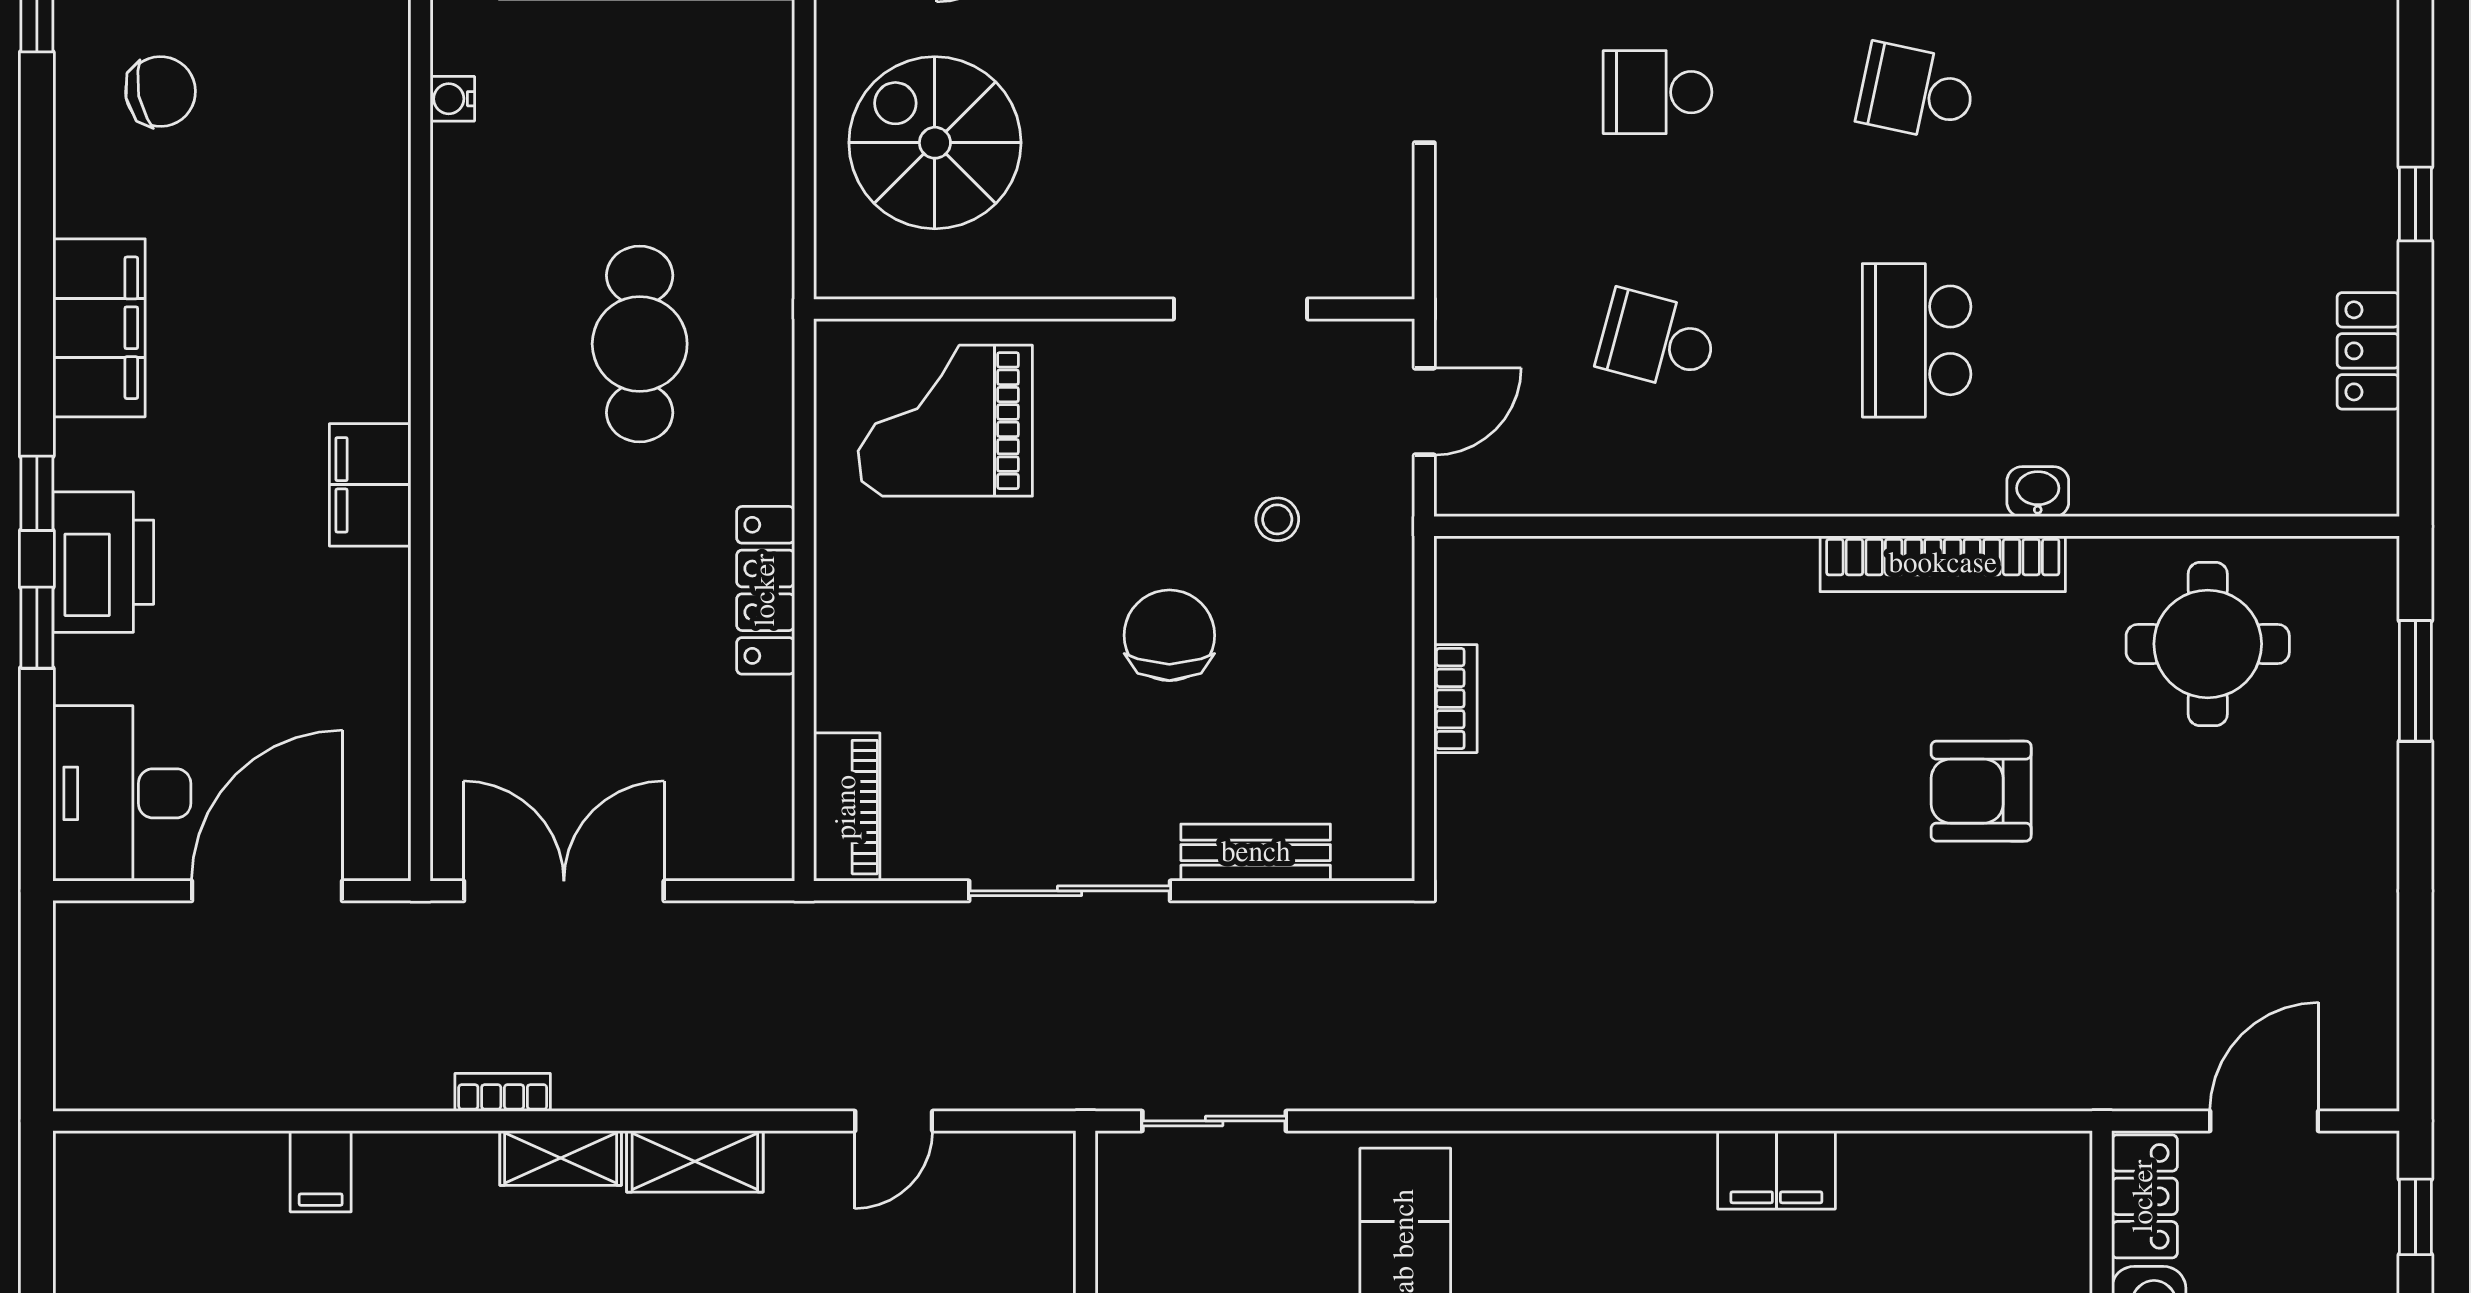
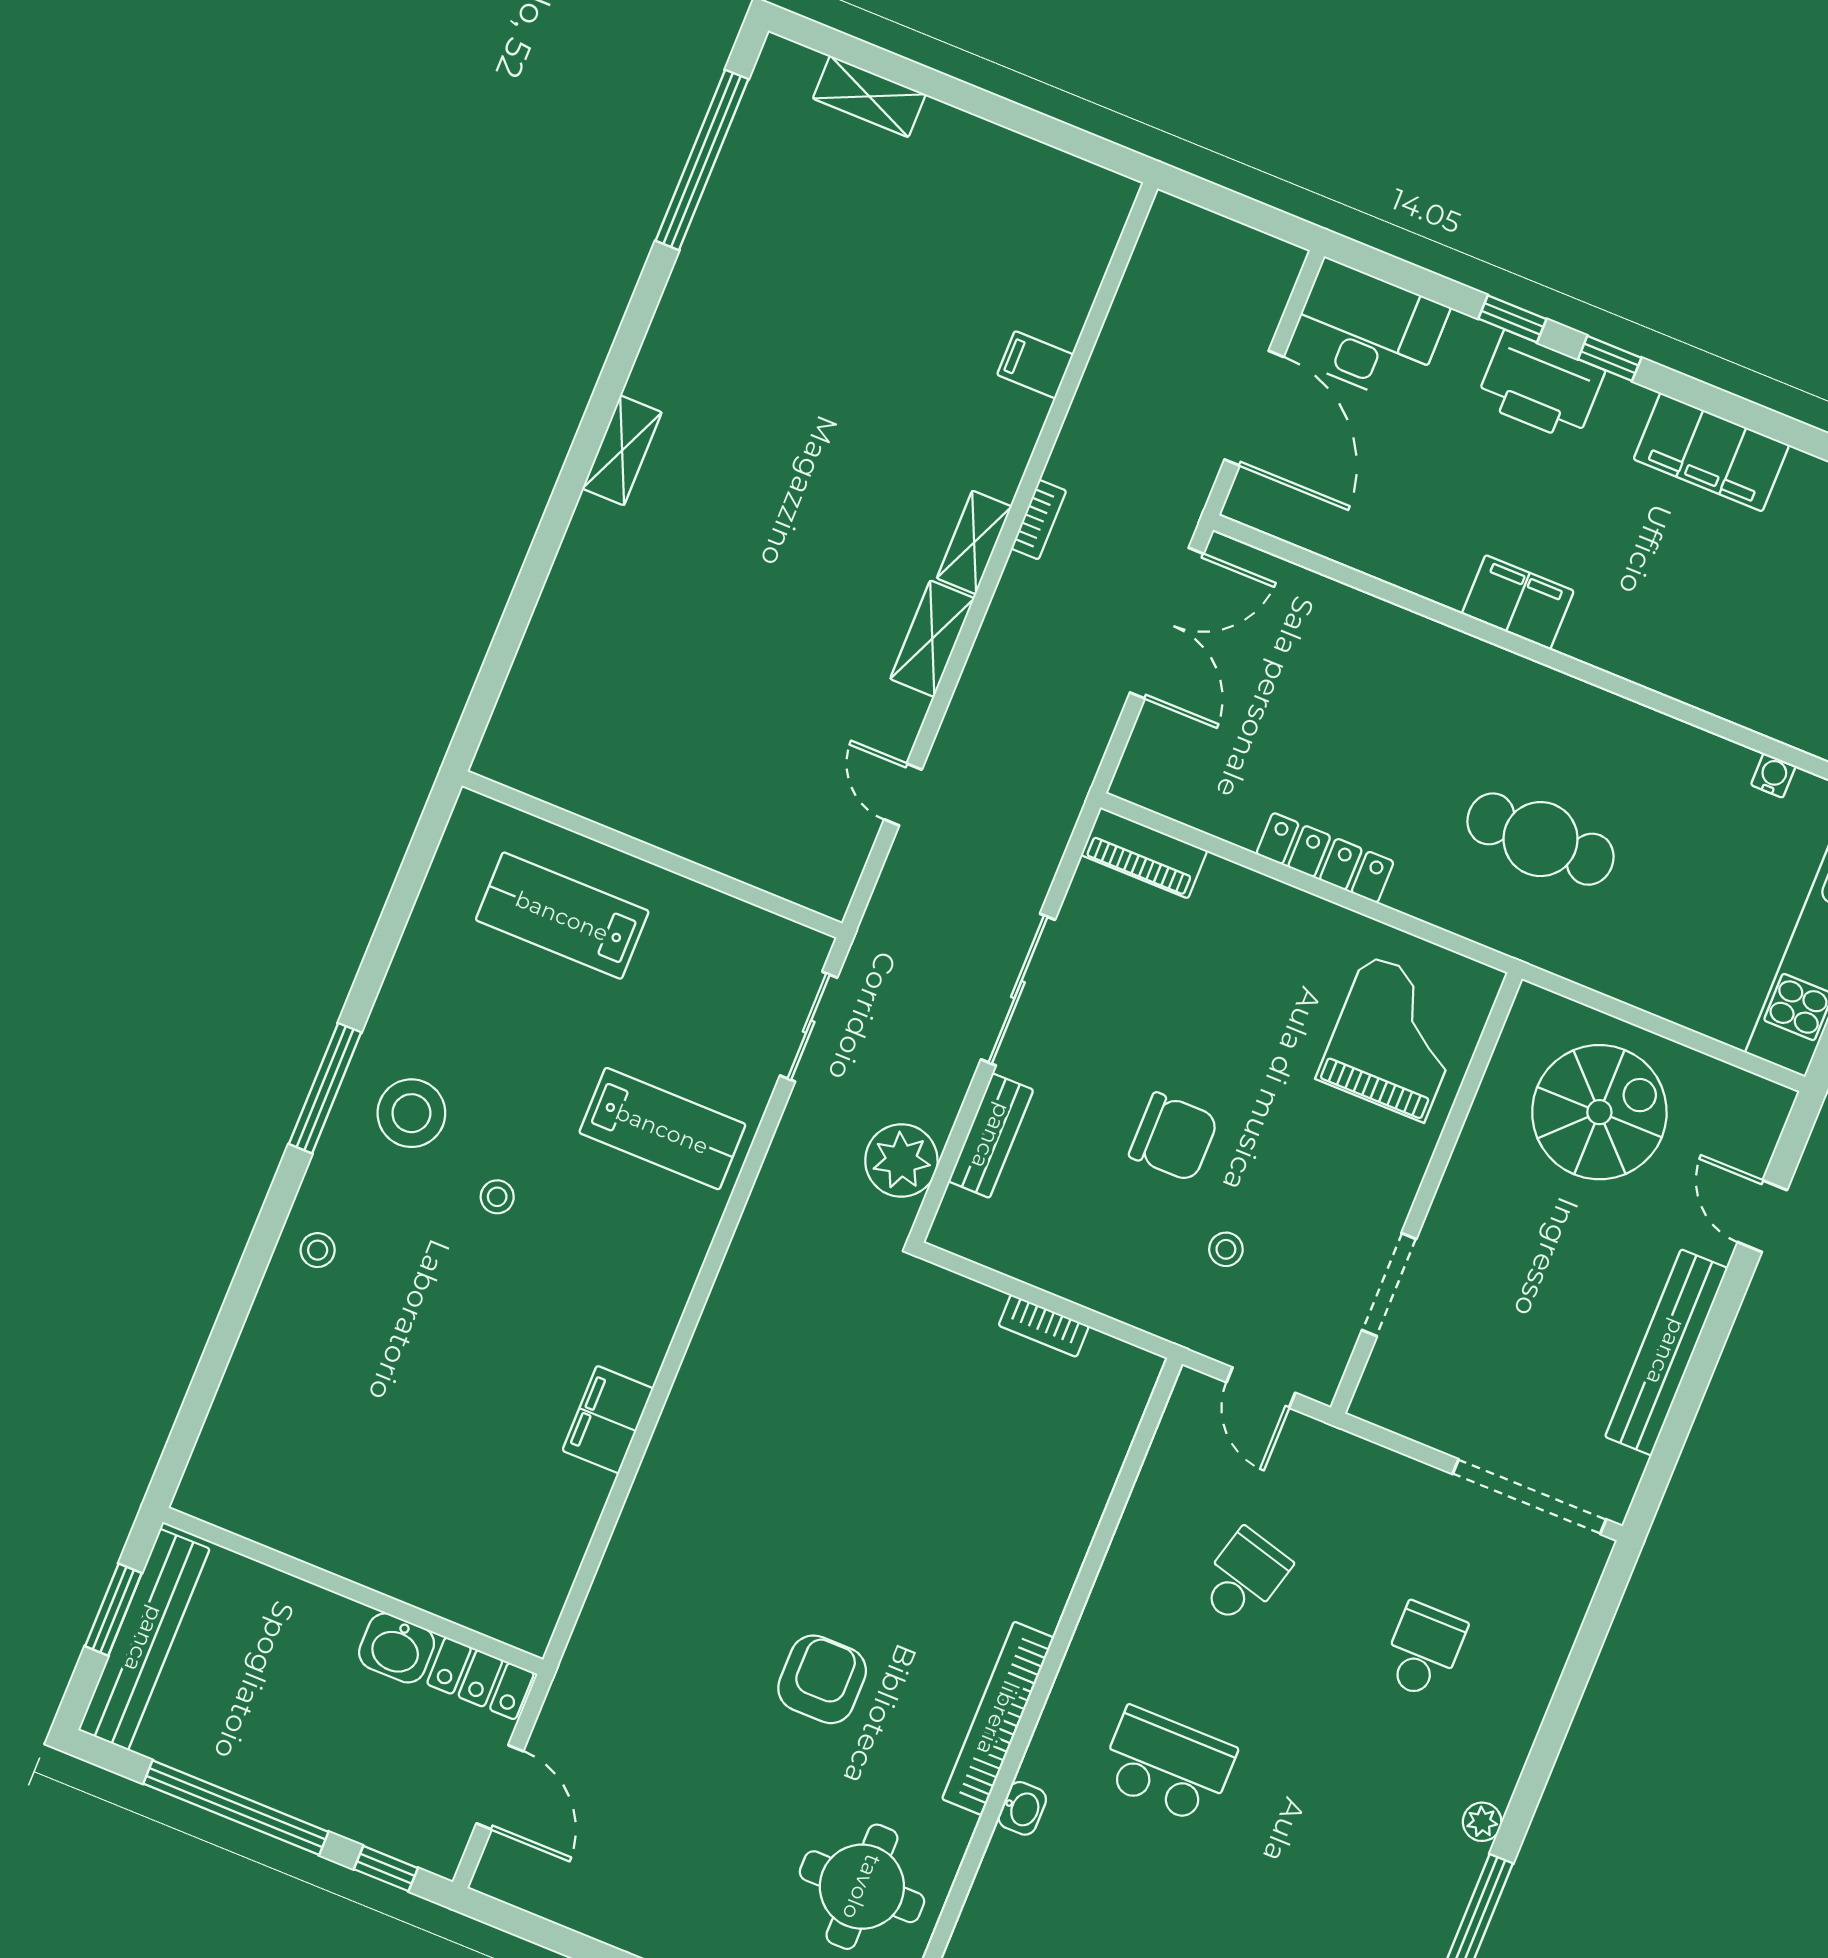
school desk: (1917, 92) -> (1347, 1838), removed
plant: (1328, 947) -> (901, 1160), added

